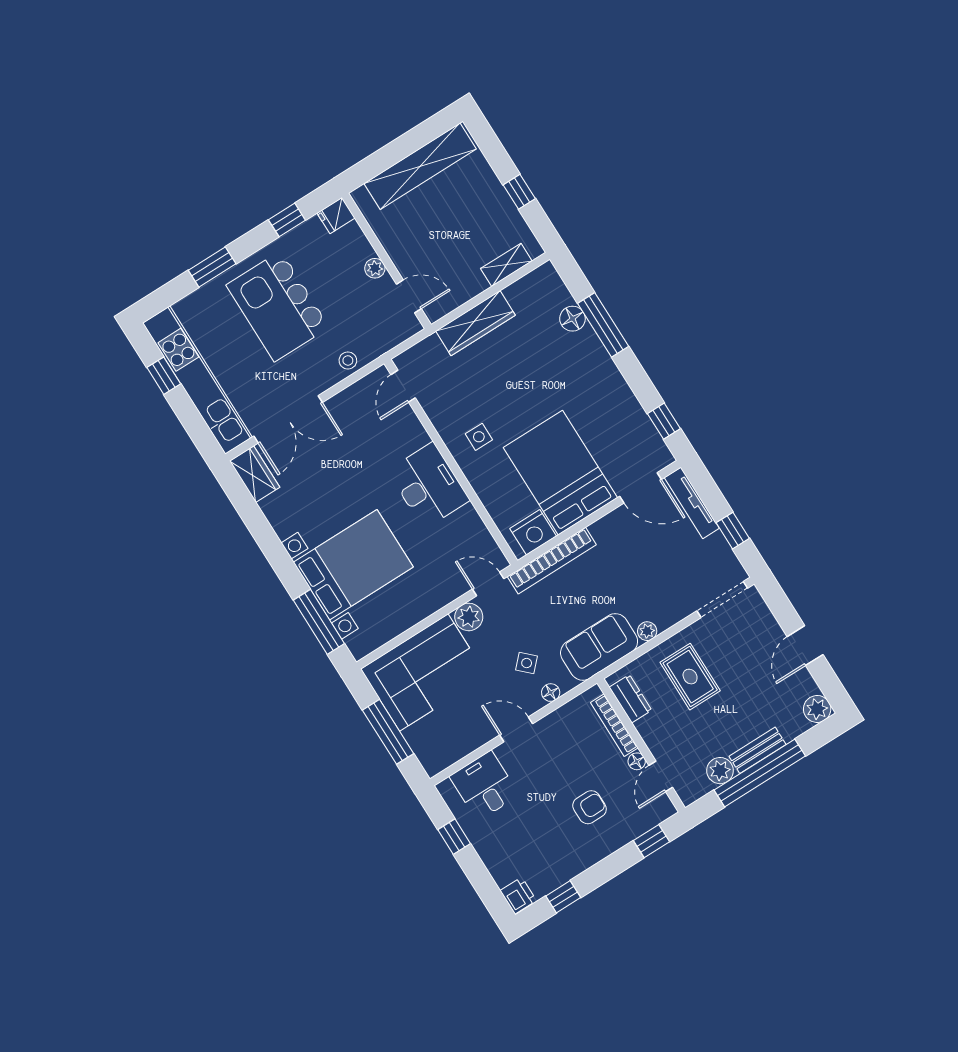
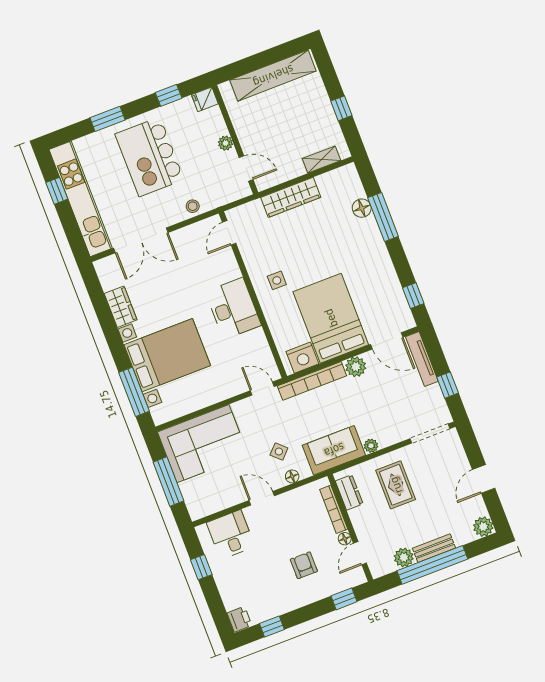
wardrobe: (255, 474) -> (121, 307), moved
plant: (469, 617) -> (356, 367), moved
armchair: (590, 807) -> (304, 565), turned -90

